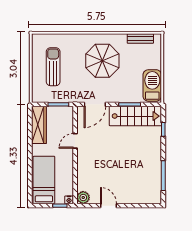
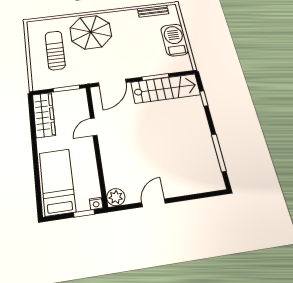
parasol: (102, 61) -> (91, 32), moved
barbecue: (152, 85) -> (175, 40), moved
door: (109, 206) -> (153, 203), hinge flipped

